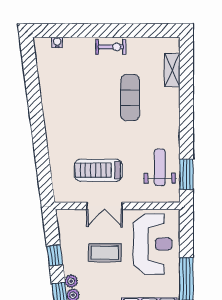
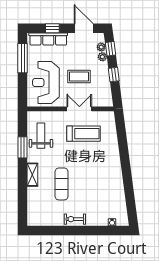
shelving: (172, 70) -> (32, 175), moved
weight bench: (160, 167) -> (41, 136), turned 180
window: (186, 174) -> (23, 147), moved

